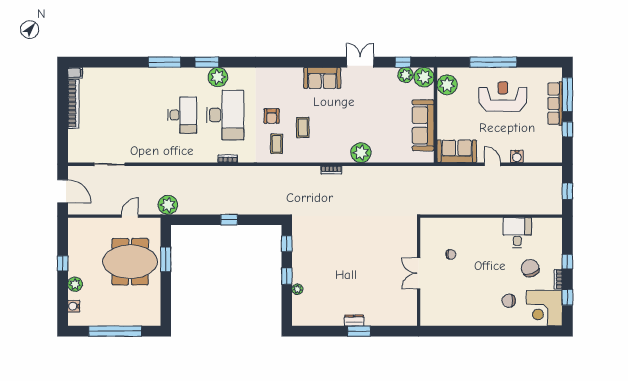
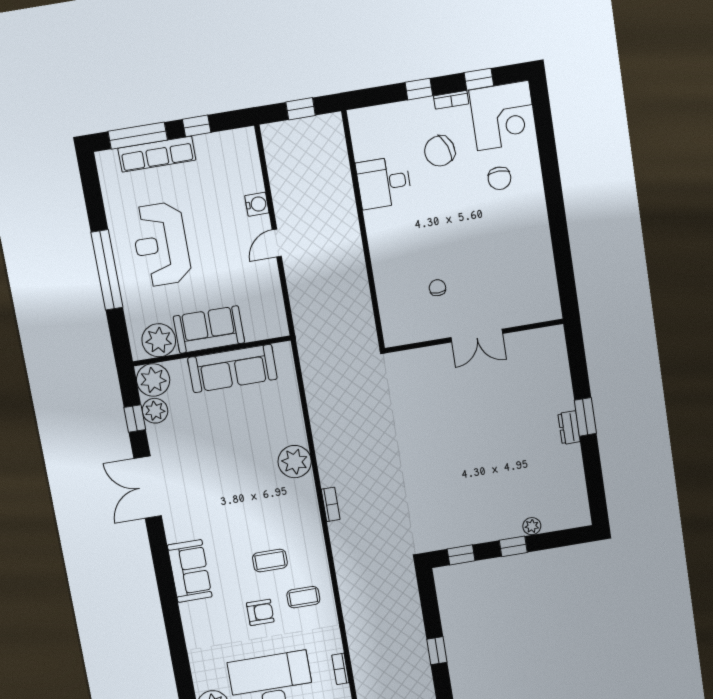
double door: (360, 62) -> (148, 487), width x1.37
sofa: (322, 78) -> (190, 571), moved
sofa: (457, 151) -> (209, 330), moved, turned 90

